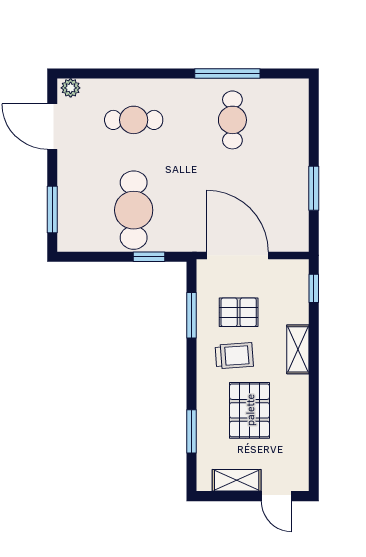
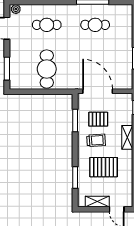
cafe table: (232, 120) -> (95, 25), turned 90
window: (149, 257) -> (54, 92), removed
pallet: (250, 410) -> (104, 167), turned 90

